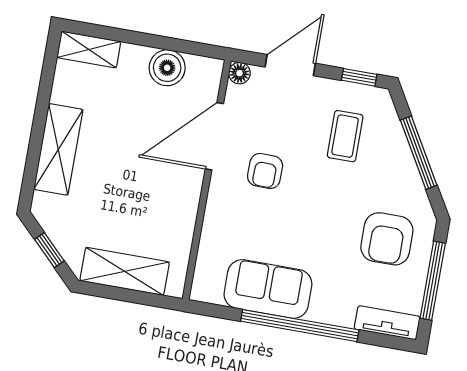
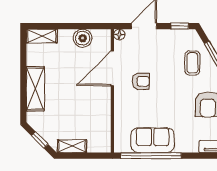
coffee table: (345, 136) -> (192, 63), moved
armchair: (265, 171) -> (141, 81), turned -91
shelving: (125, 271) -> (72, 146), width x0.67, depth x0.75
window: (300, 326) -> (151, 156), moved

